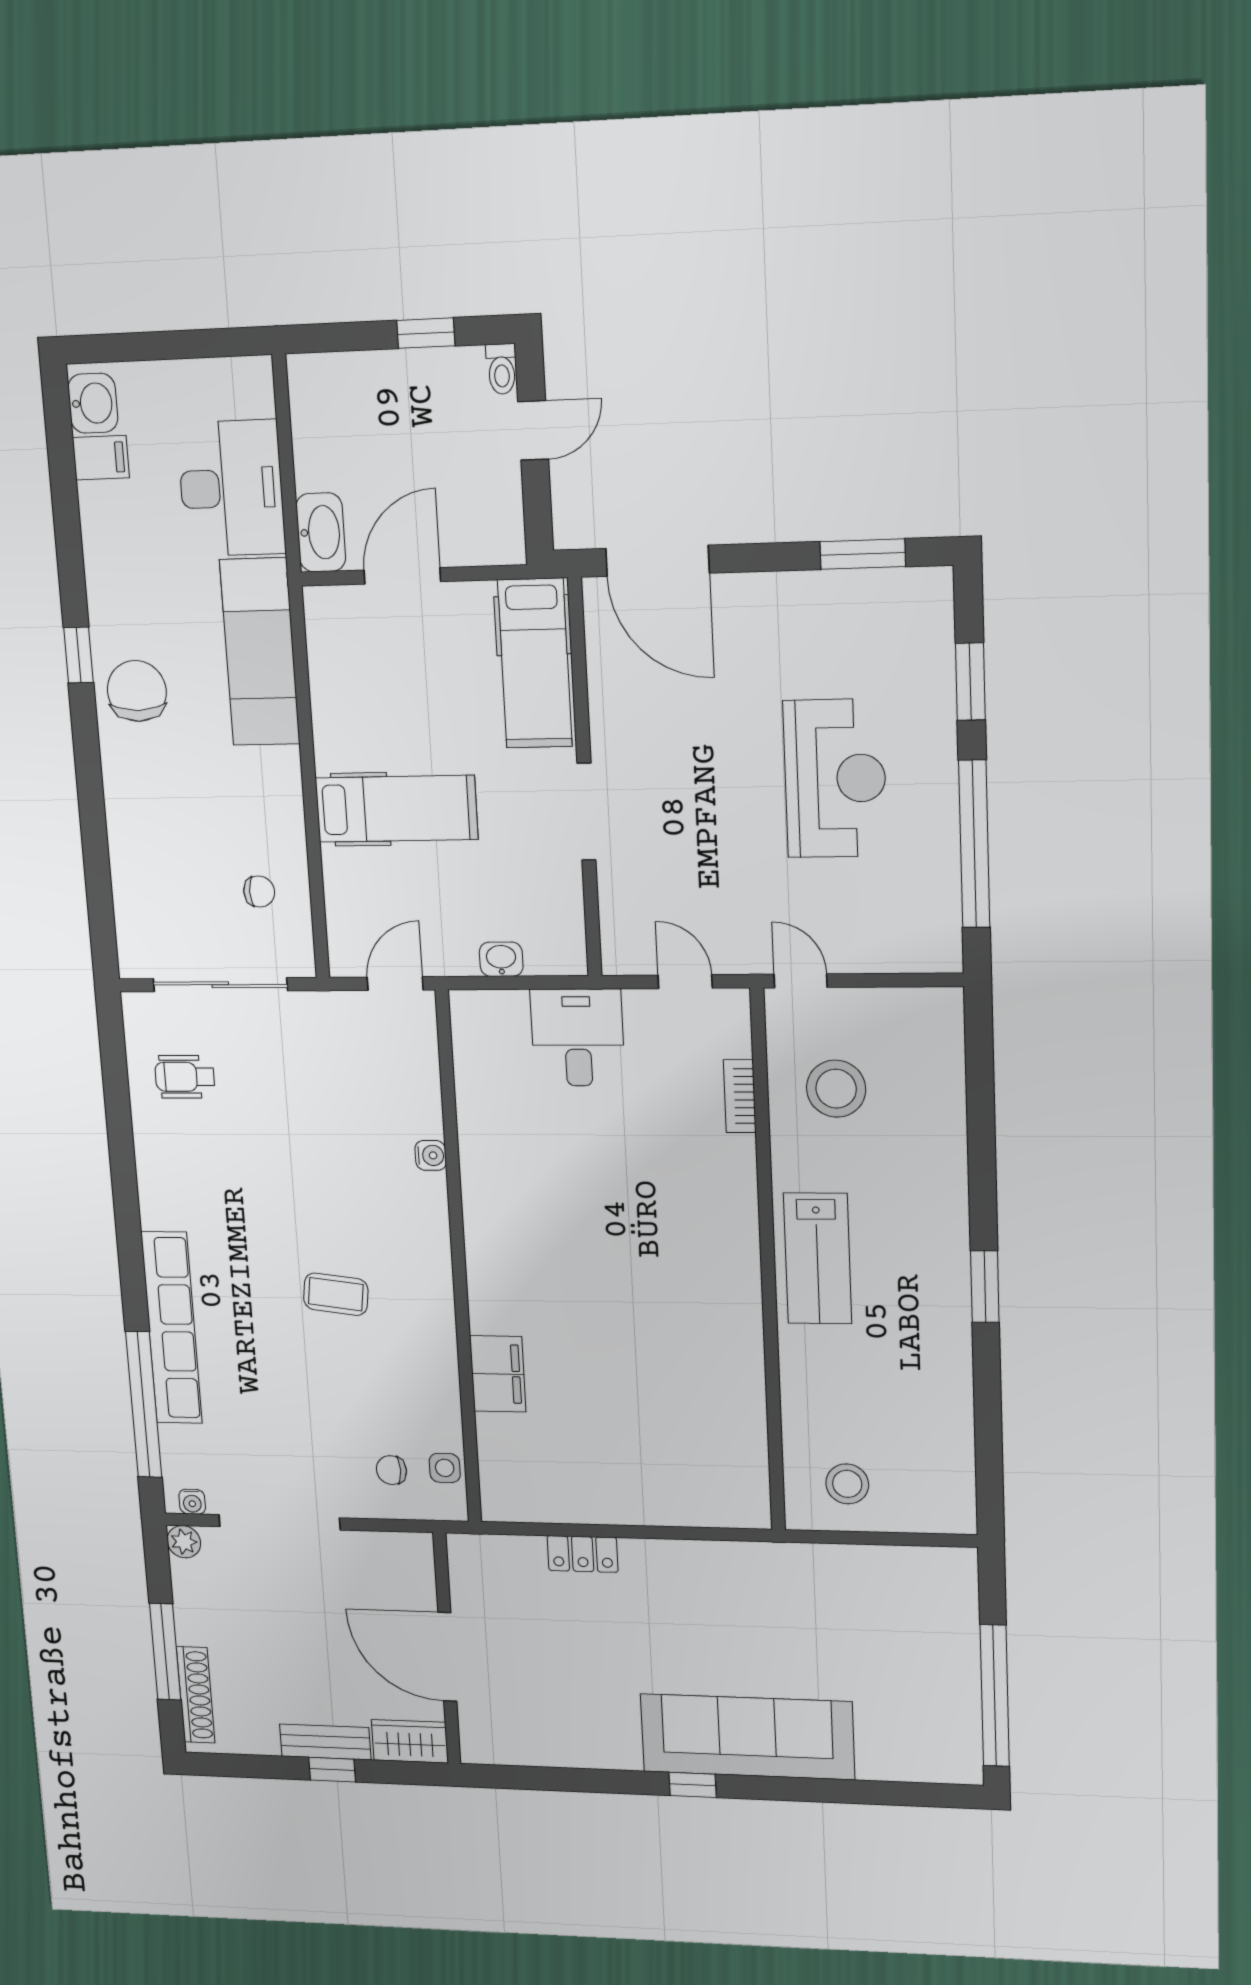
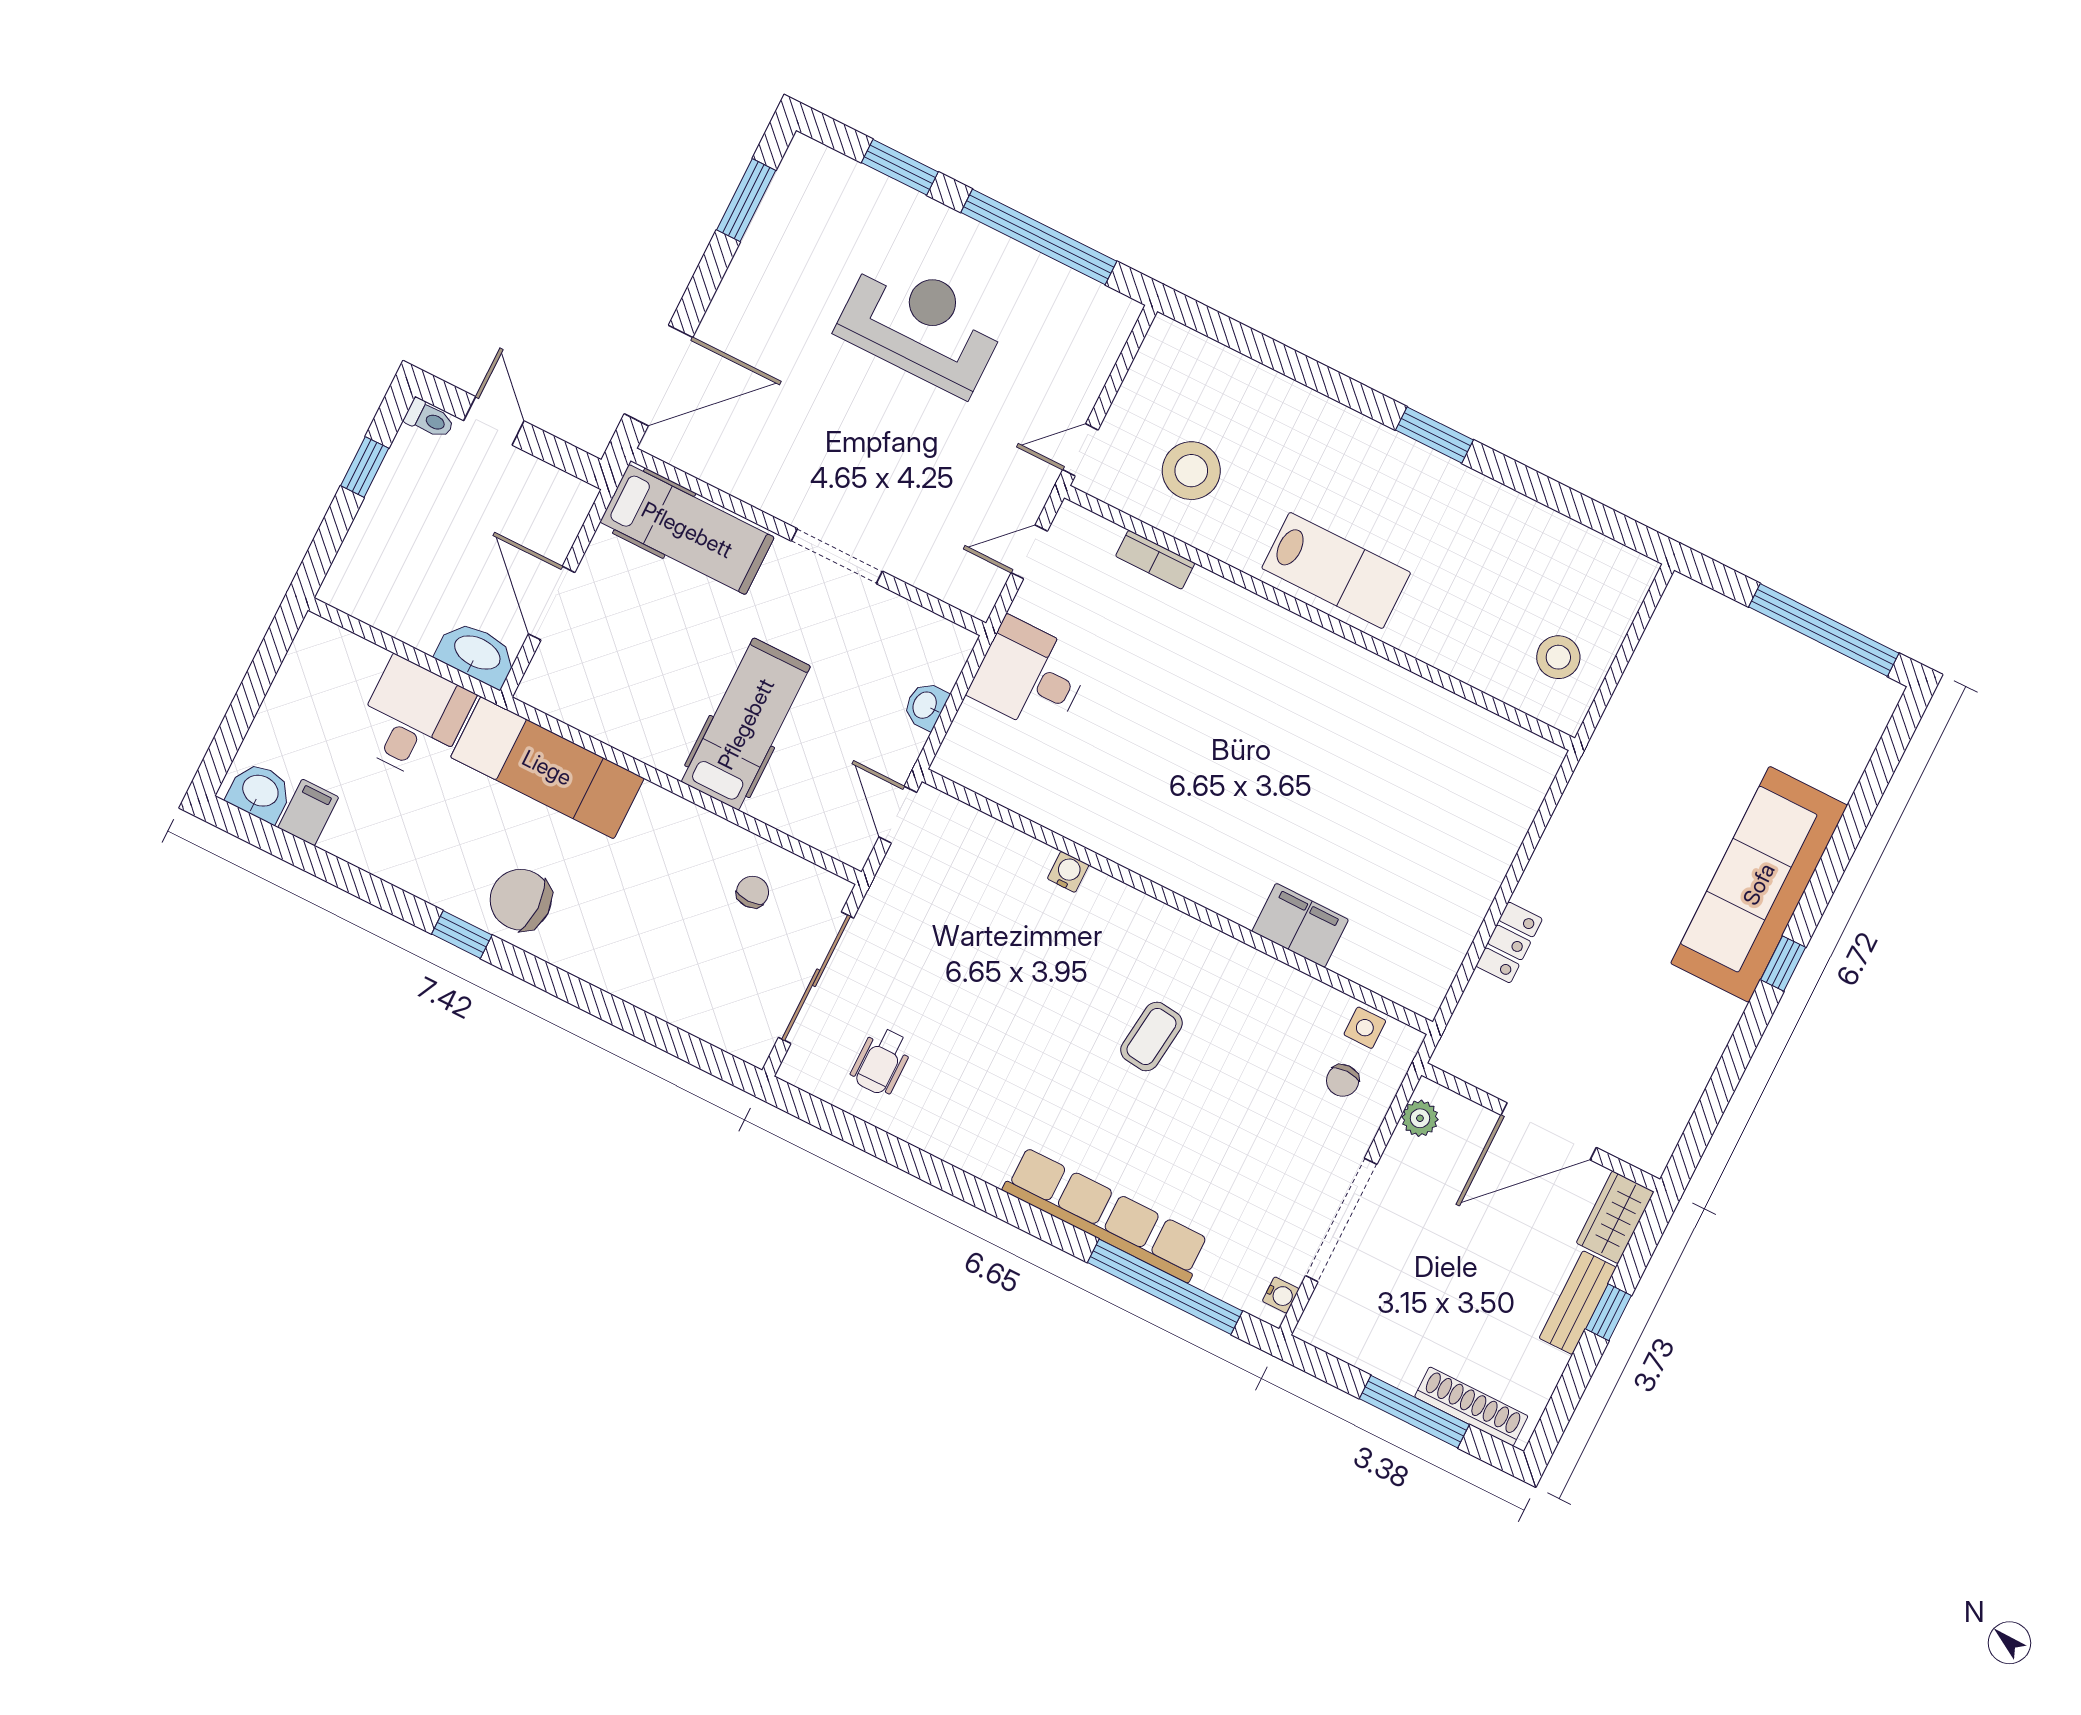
desk: (231, 488) -> (413, 719), width x0.73
plant: (184, 1542) -> (1420, 1118), moved

